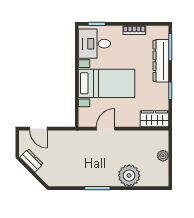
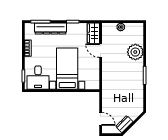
door: (38, 129) -> (101, 119), hinge flipped
door: (106, 129) -> (101, 51), moved

